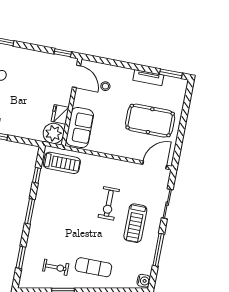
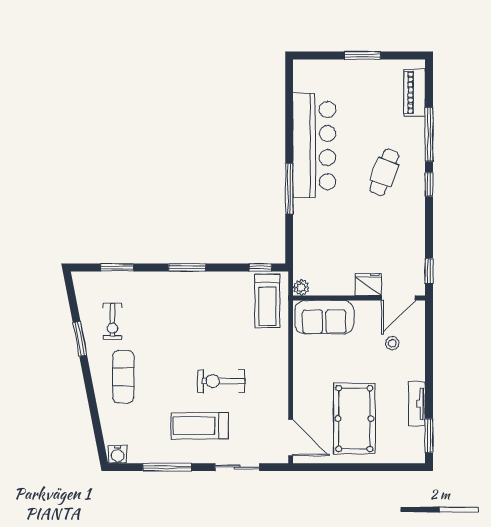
fridge: (60, 114) -> (368, 284), moved
plant: (53, 133) -> (301, 287), width x0.53, depth x0.53
window: (37, 175) -> (260, 267), moved

